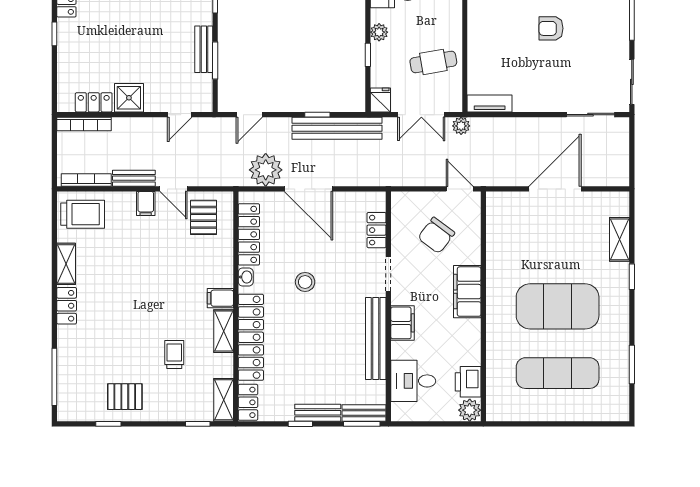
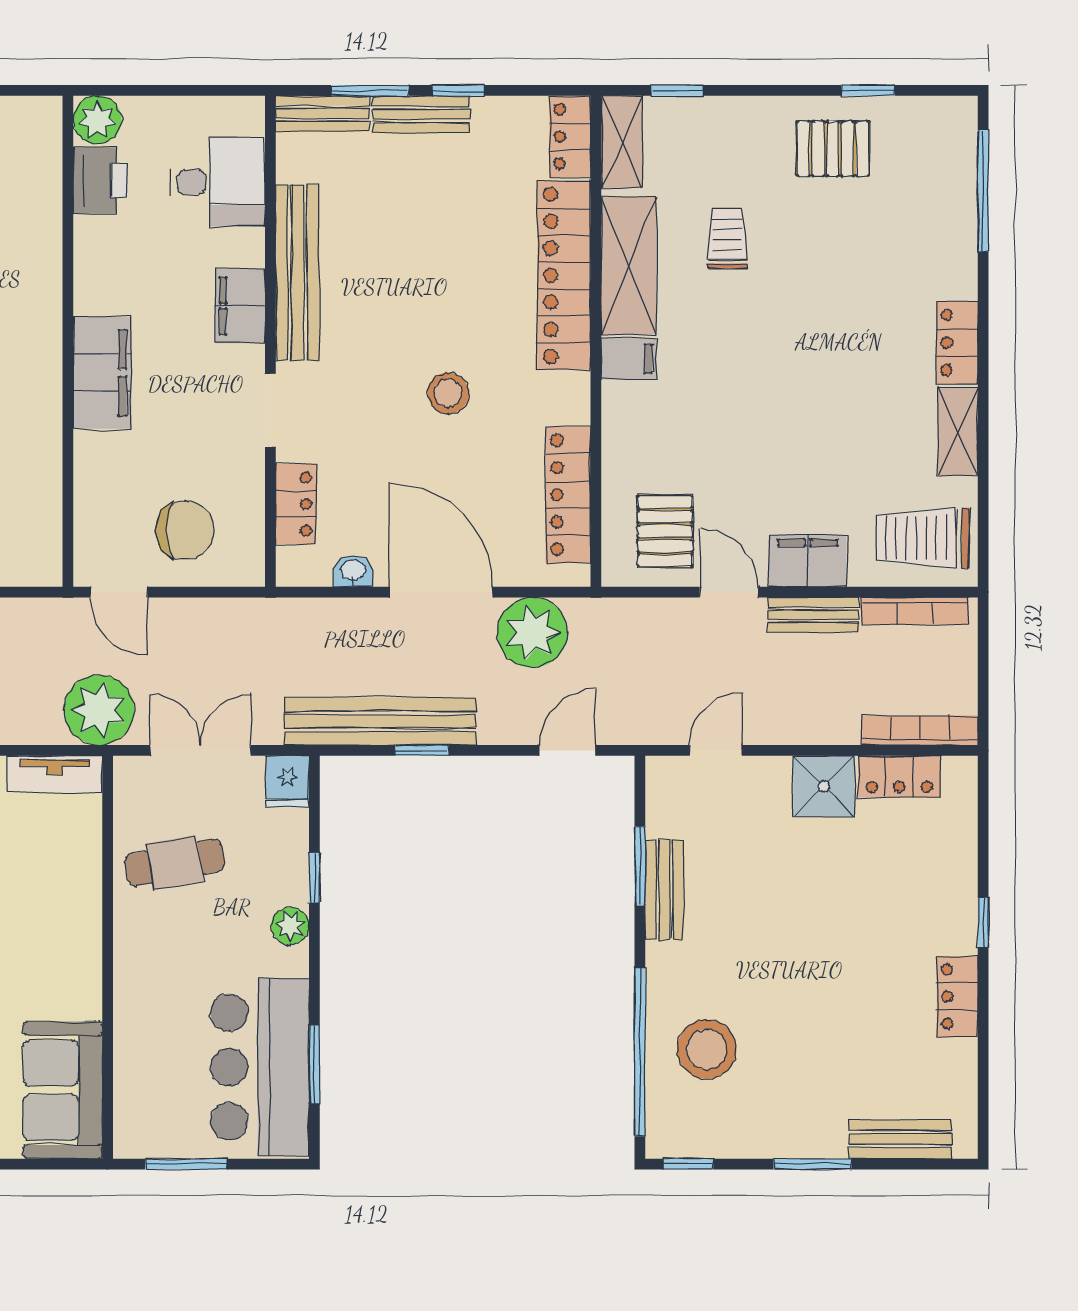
plant: (461, 126) -> (99, 710), width x1.88, depth x1.88
filing cabinet: (146, 203) -> (808, 561), width x2.00
chair: (436, 235) -> (185, 530), moved, turned 53
washbasin: (246, 277) -> (353, 571), moved, turned 90
shelving: (224, 331) -> (629, 266), width x1.50, depth x1.33
trolley: (174, 354) -> (727, 239), turned 180
window: (362, 424) -> (370, 90), moved

